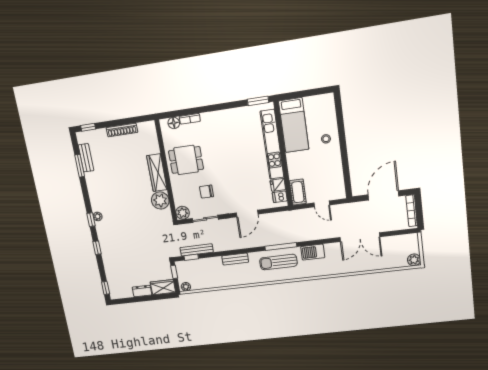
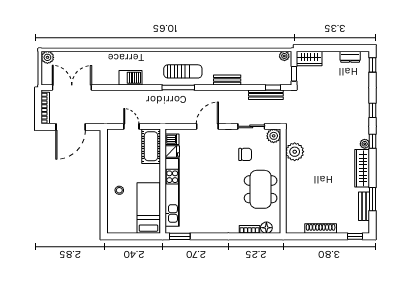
dining table: (186, 160) -> (261, 189), width x1.38
wardrobe: (157, 173) -> (362, 168), moved, turned 180
cot: (298, 192) -> (151, 146), width x1.37, depth x1.34
double door: (360, 237) -> (72, 88), moved
barbecue: (313, 252) -> (131, 78), moved
dresser: (142, 291) -> (350, 57), moved

